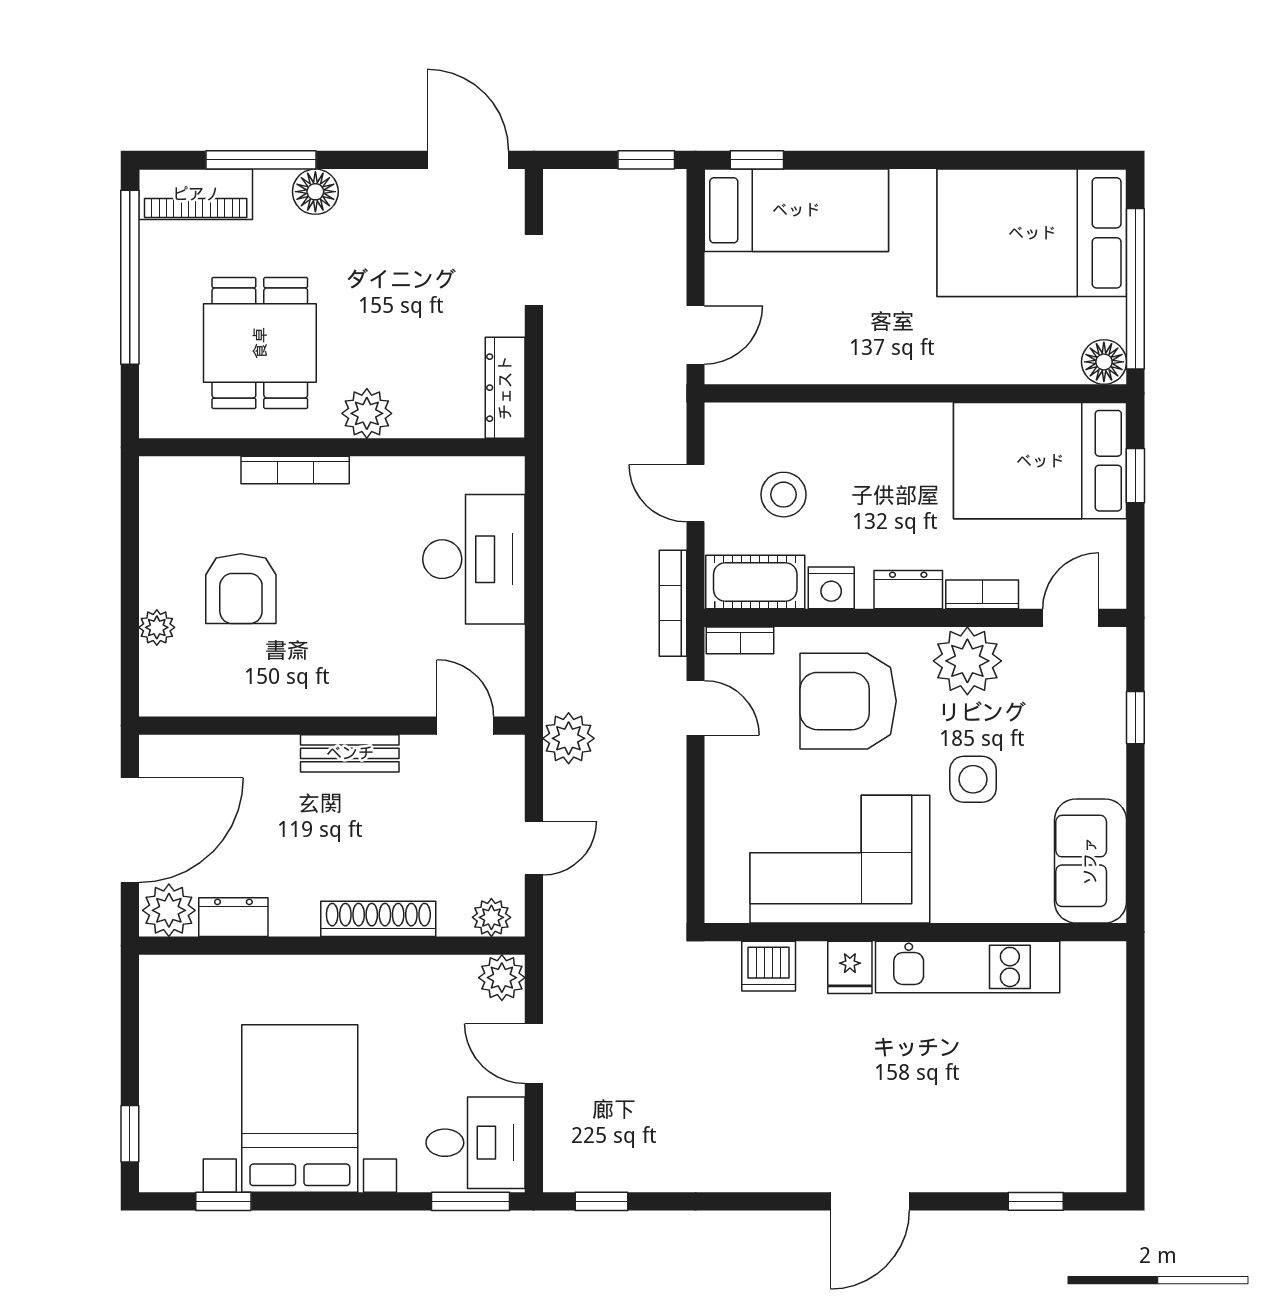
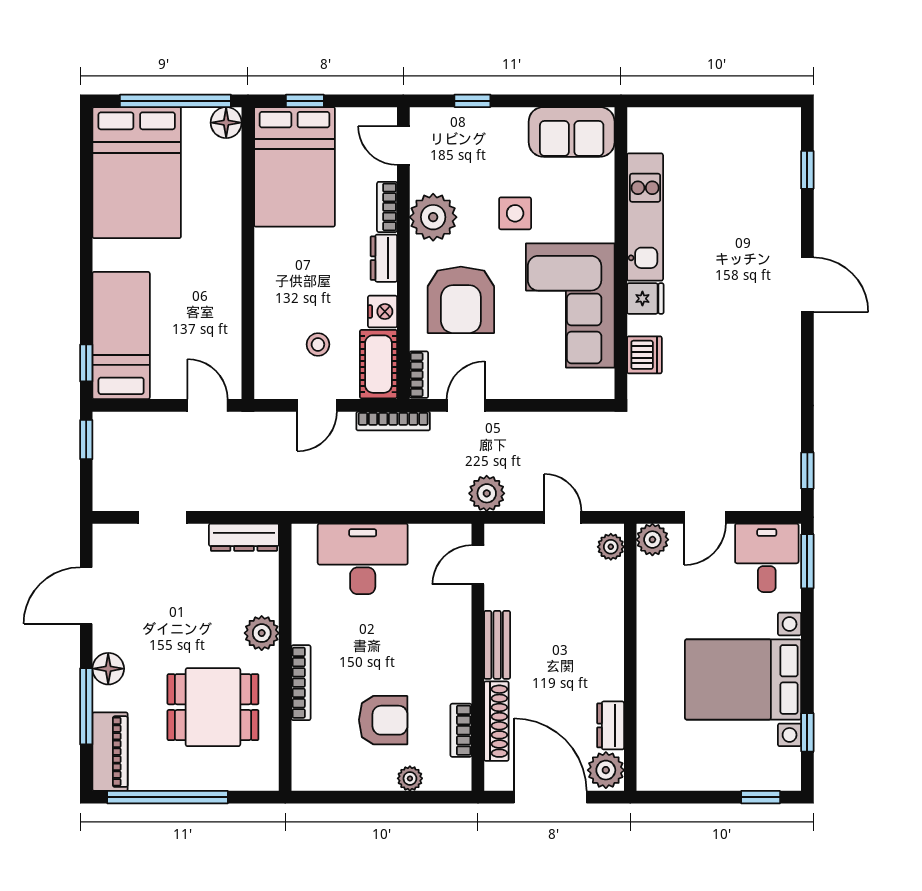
door: (468, 160) -> (86, 596), moved
stool: (784, 495) -> (318, 344), width x0.73, depth x0.73
bookcase: (226, 701) -> (461, 730), added
shoe rack: (378, 919) -> (496, 721), moved, turned 180

